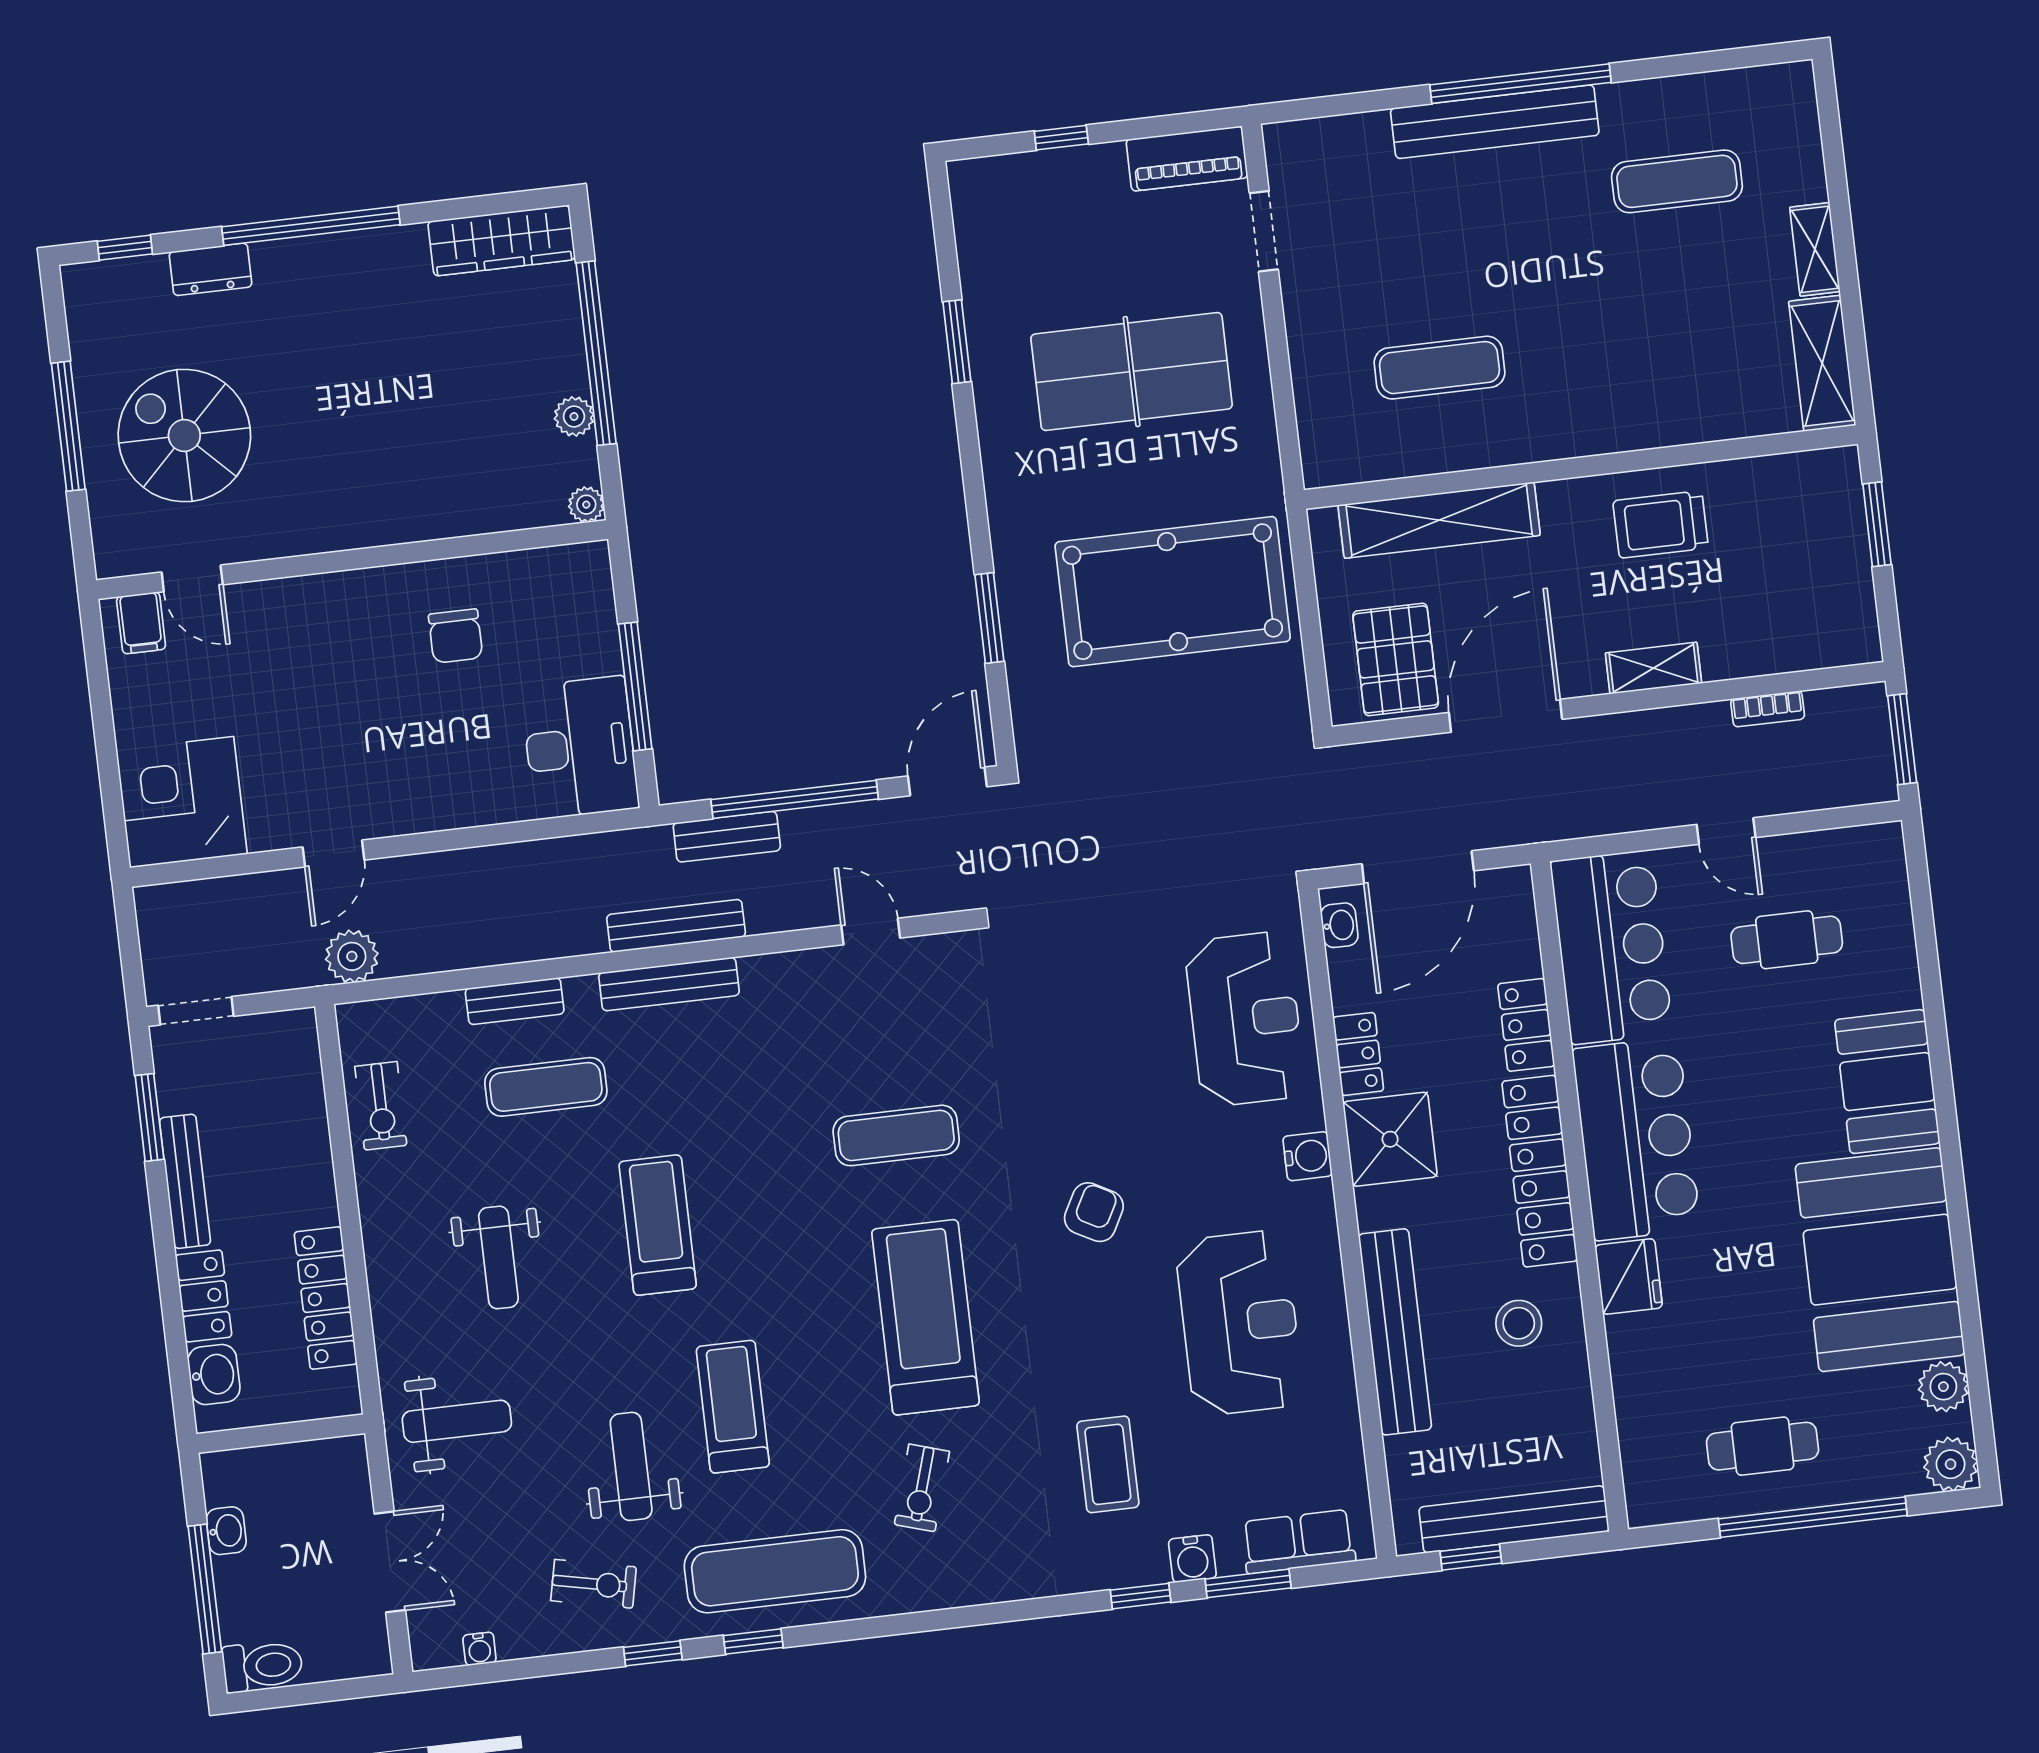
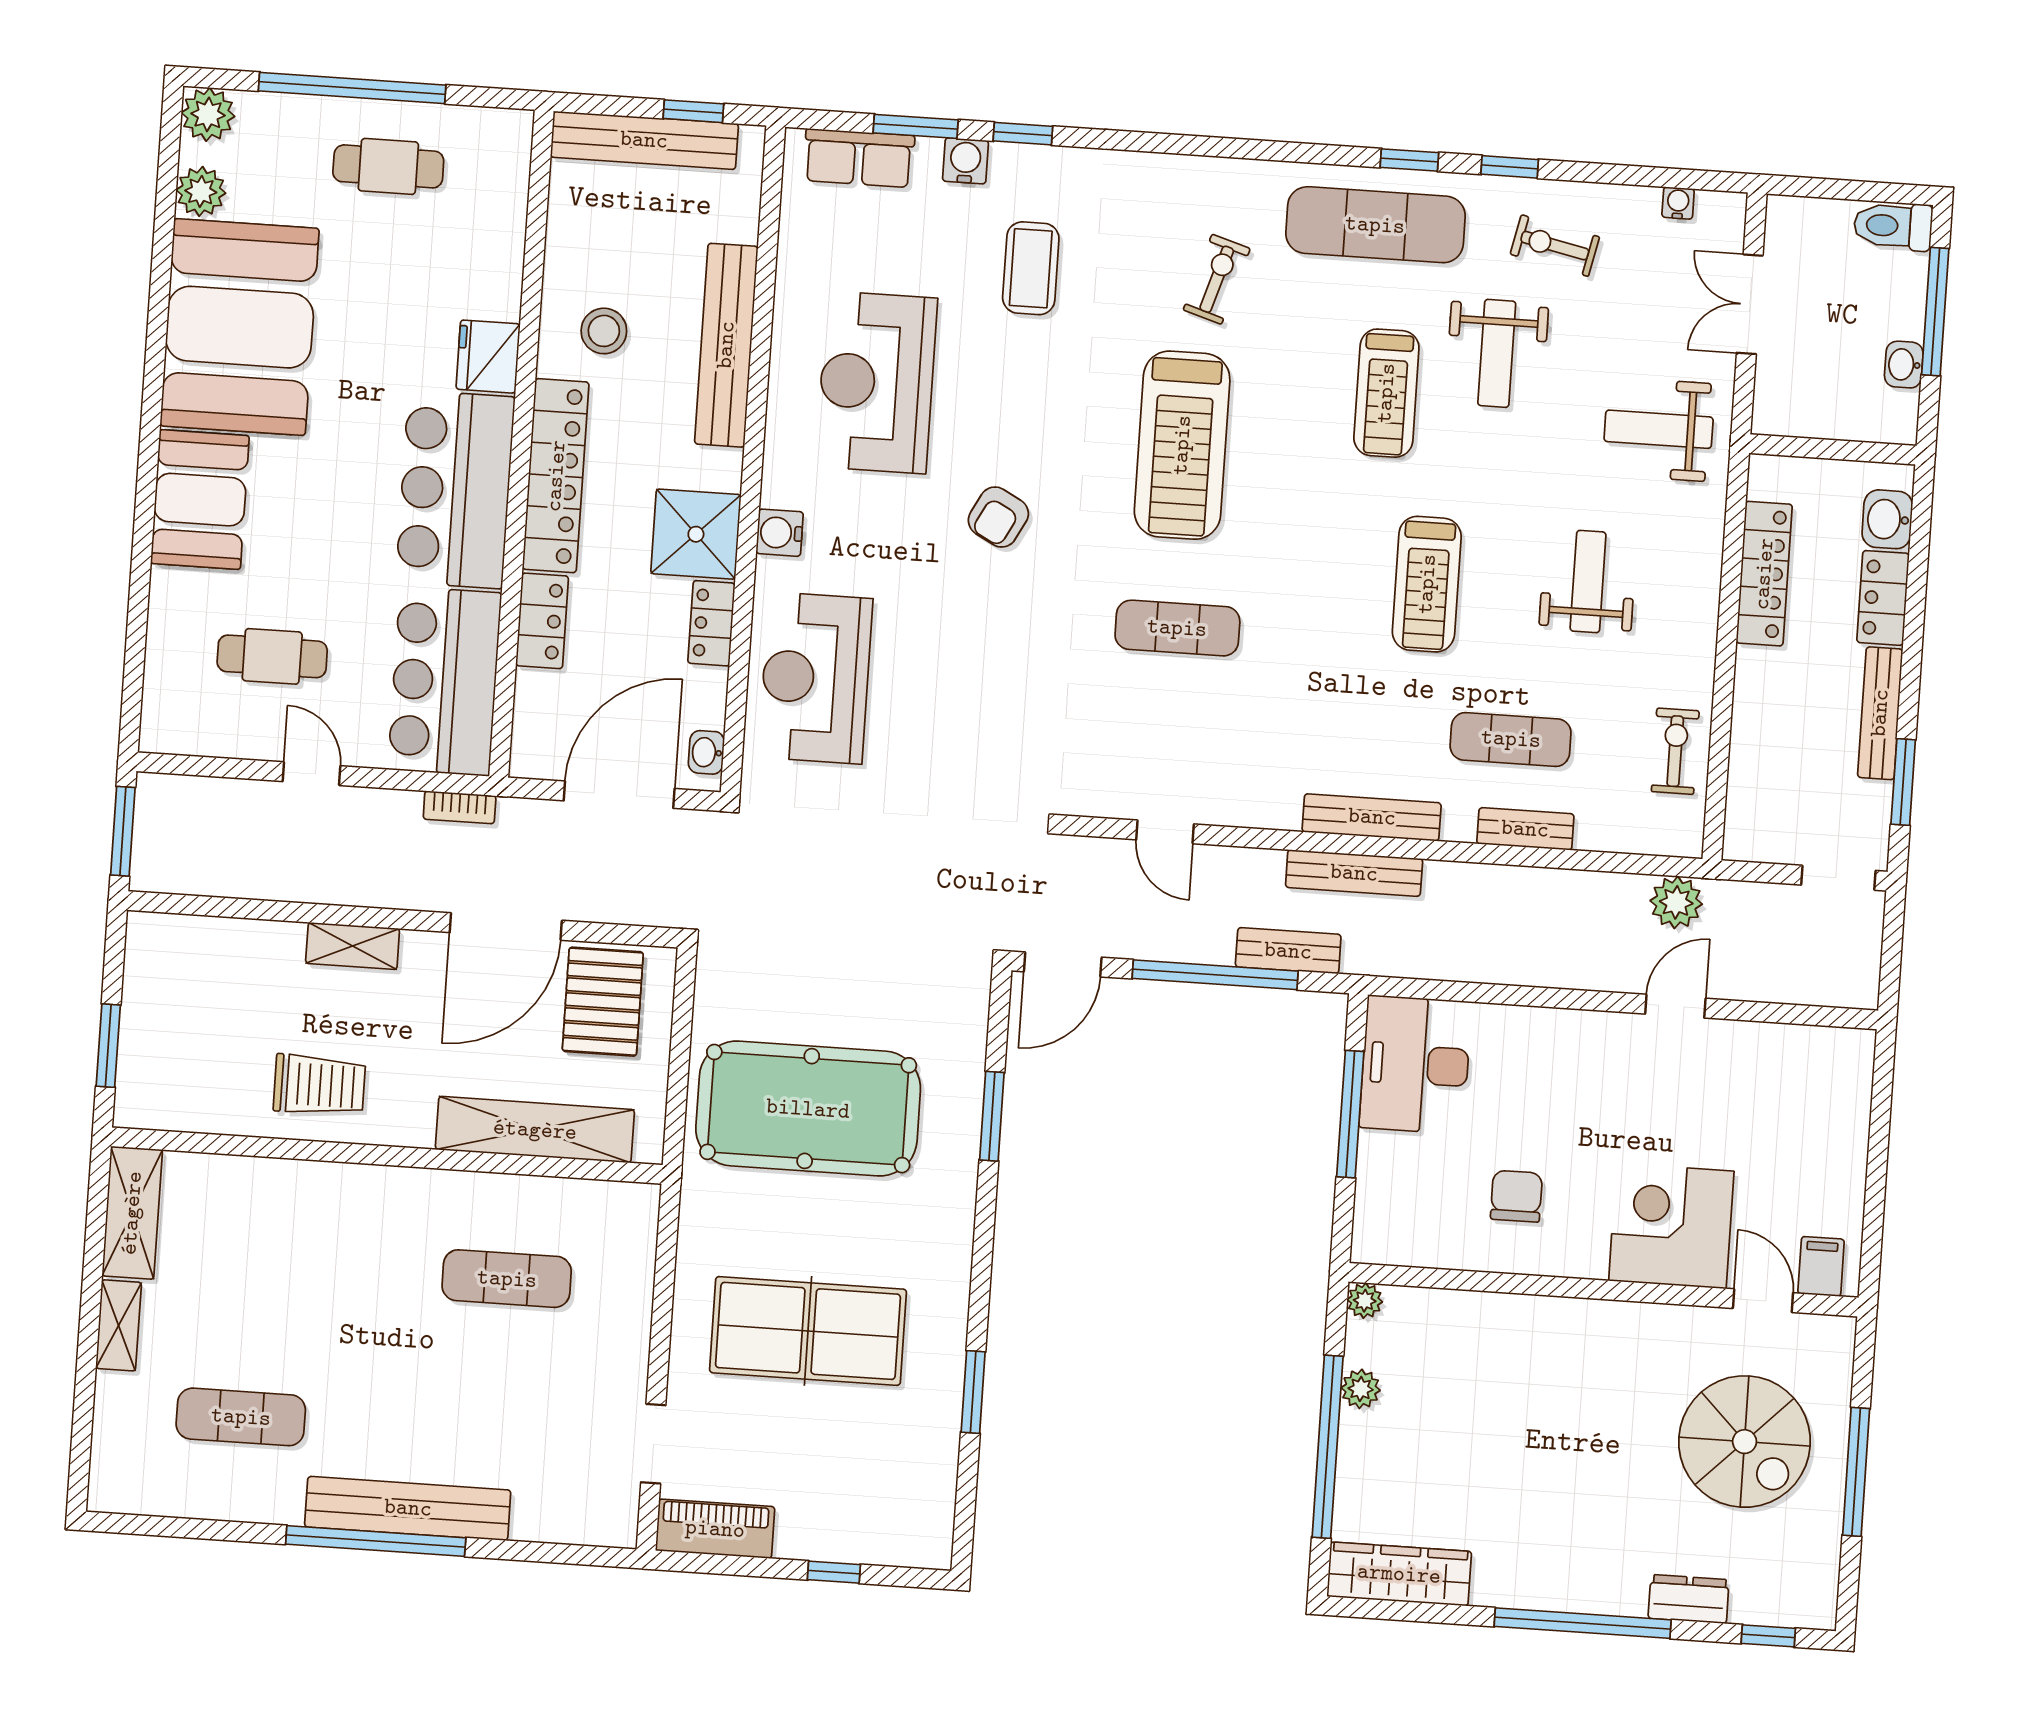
bookcase: (1768, 709) -> (460, 807), moved, turned 180
corner desk: (182, 802) -> (1671, 1226), moved, turned 180

